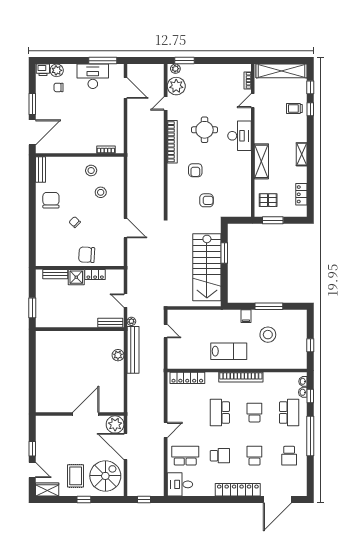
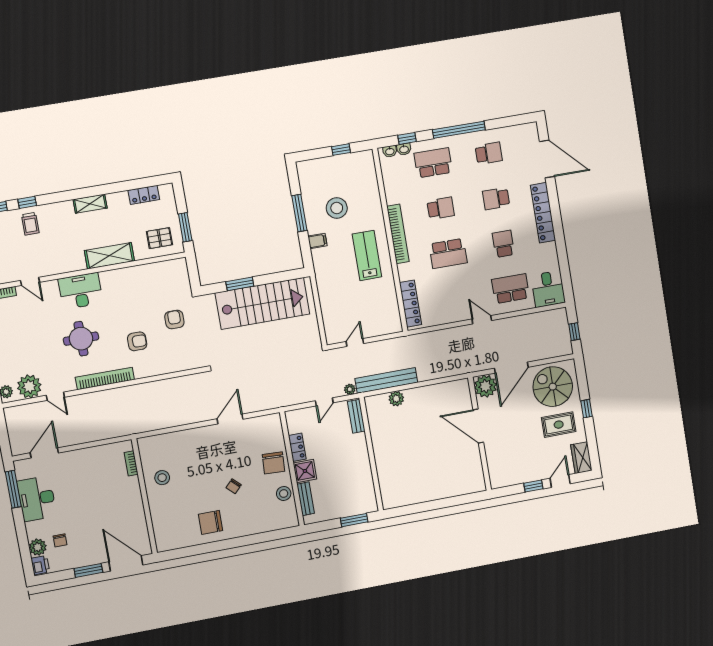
bench: (40, 169) -> (173, 543), removed
stool: (101, 192) -> (284, 494), moved
pallet: (268, 200) -> (159, 238), turned 90
school desk: (254, 413) -> (441, 208), turned 180
school desk: (185, 456) -> (511, 289), turned 90

